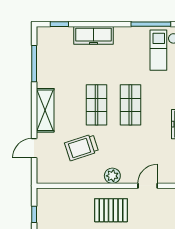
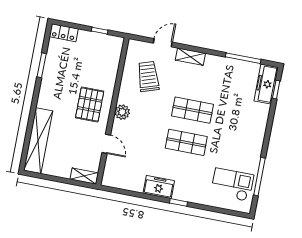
freezer: (94, 35) -> (266, 84), moved
shelving: (45, 110) -> (190, 57), width x0.67, depth x0.75
trolley: (81, 147) -> (148, 76), moved
door: (34, 148) -> (163, 43), hinge flipped

